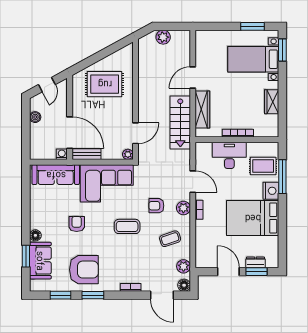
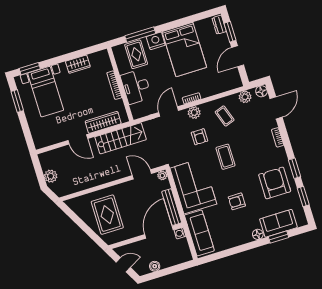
bench: (86, 154) -> (172, 207), width x1.36
dresser: (255, 262) -> (219, 25), moved

